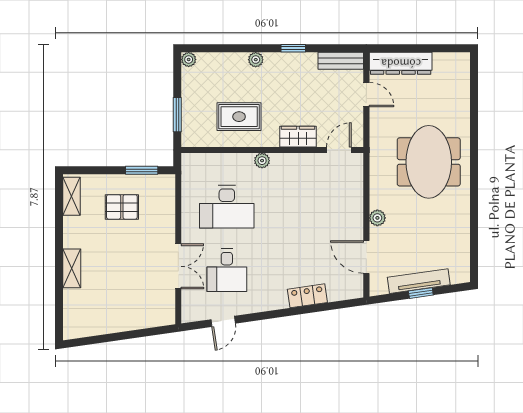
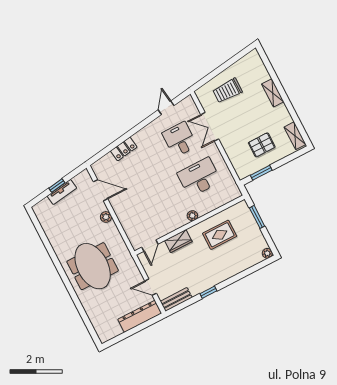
plant: (256, 60) -> (227, 274), removed
tv unit: (419, 281) -> (62, 192), width x0.71
trolley: (130, 302) -> (227, 91), added

